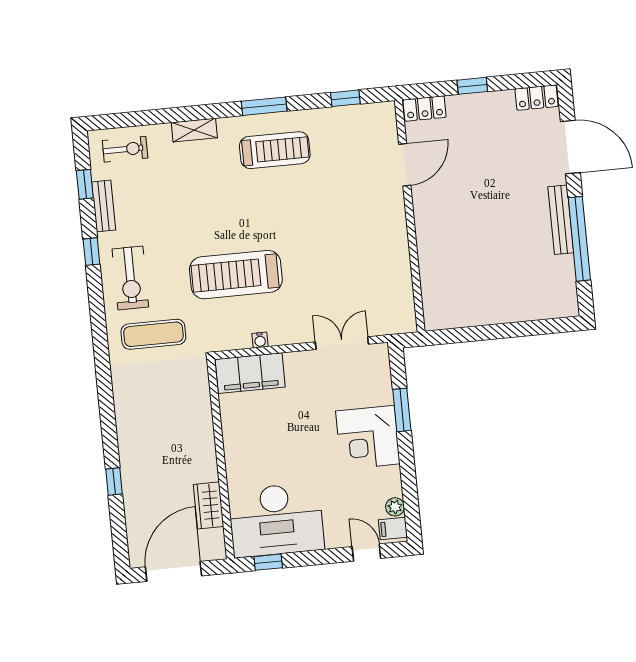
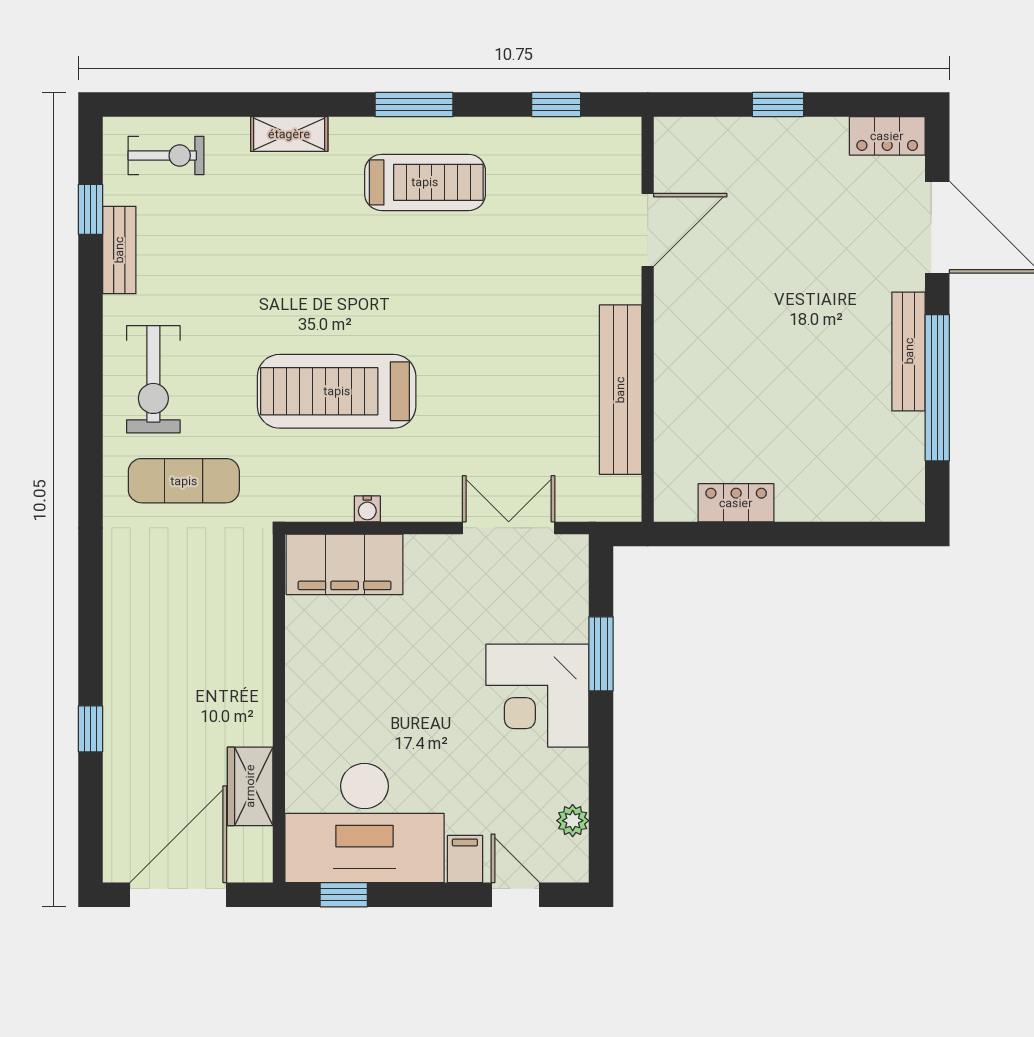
locker: (425, 109) -> (736, 503), moved, turned 180
window: (91, 252) -> (90, 327), removed
bench: (398, 258) -> (620, 390), added
filing cabinet: (393, 529) -> (465, 859), moved, turned 90

